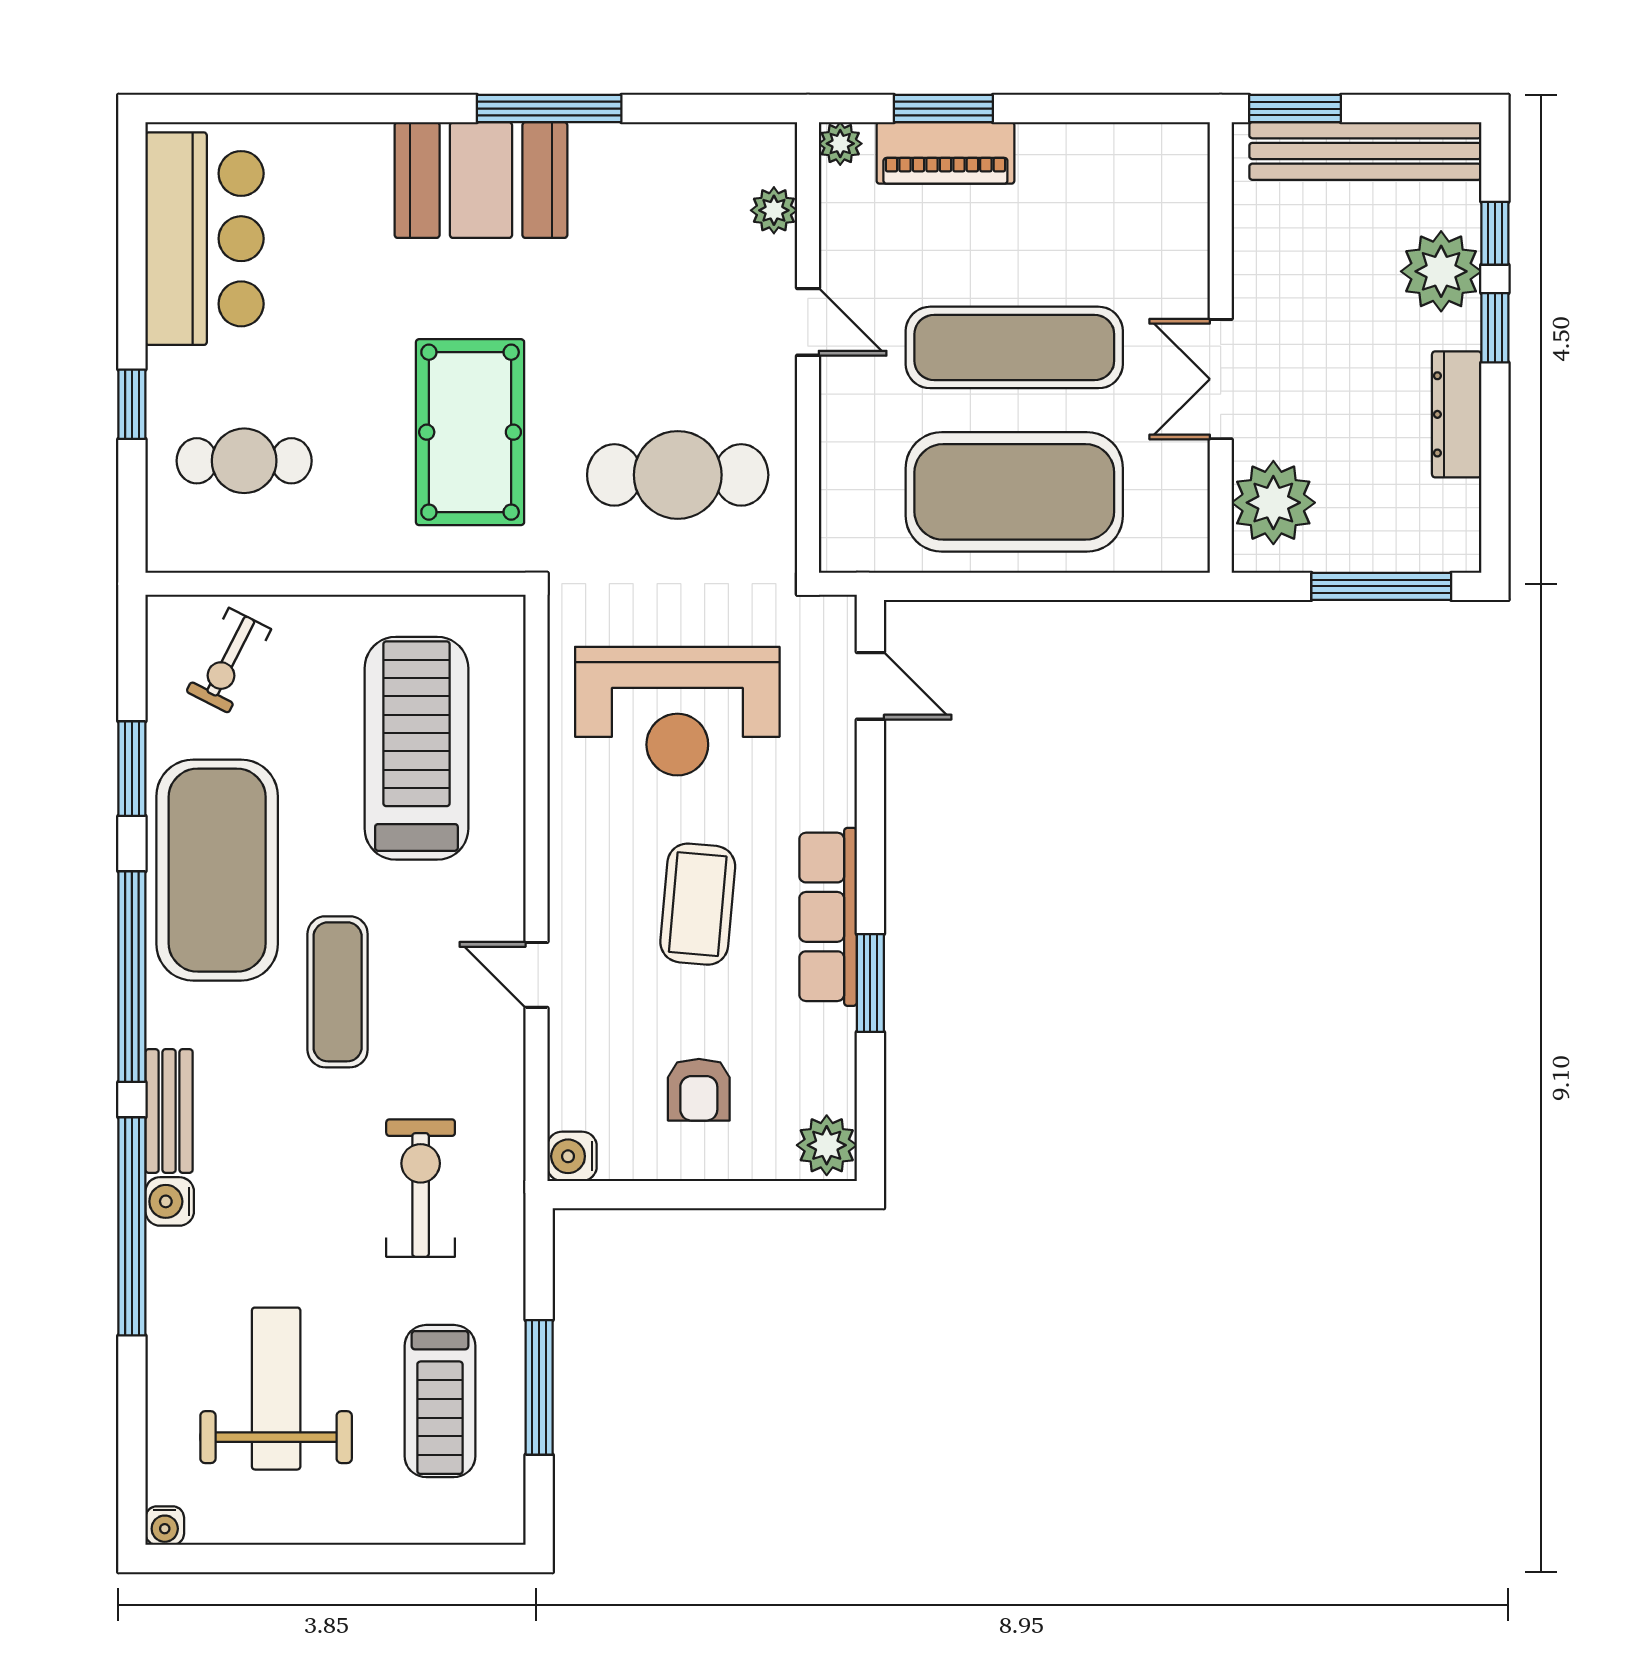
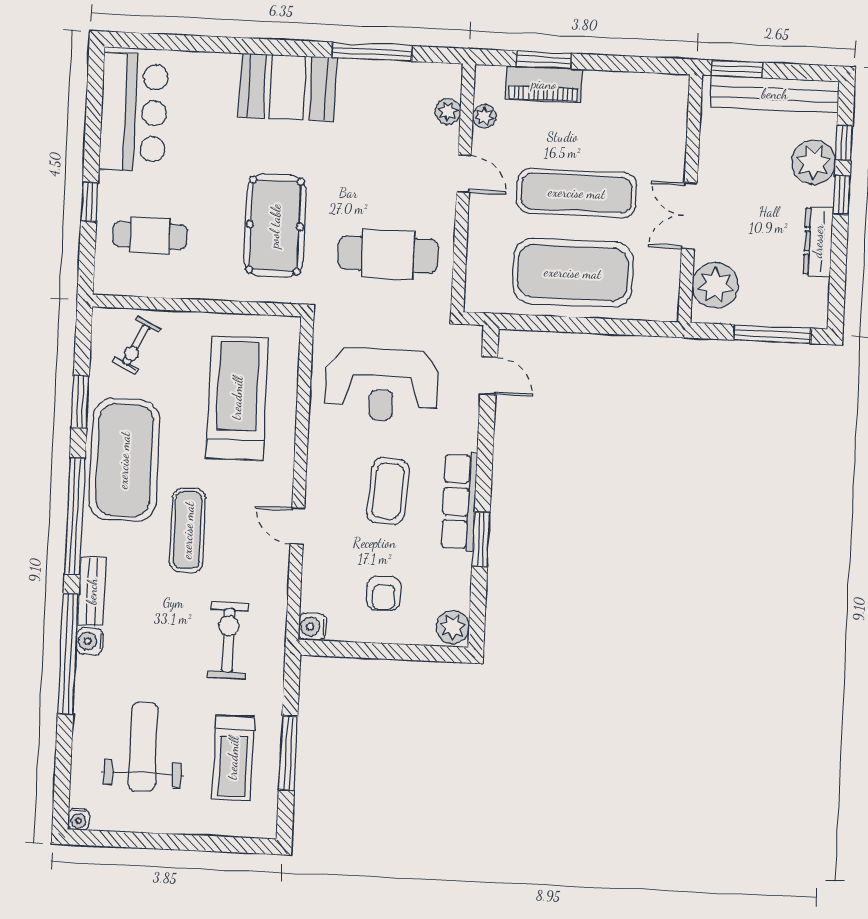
window: (549, 109) -> (372, 52), moved
plant: (840, 144) -> (484, 116), moved

